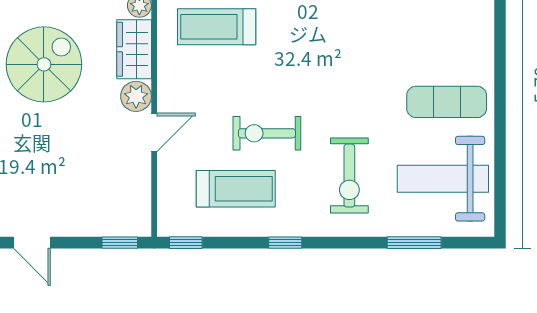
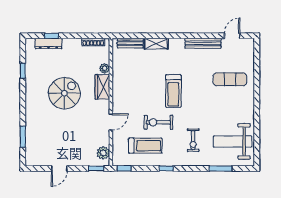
treadmill: (217, 27) -> (173, 91), moved, turned -90
plant: (136, 96) -> (103, 153), moved
exercise mat: (447, 102) -> (230, 79), moved
exercise bike: (349, 176) -> (193, 140), width x0.73, depth x0.72
door: (32, 243) -> (59, 168), hinge flipped

